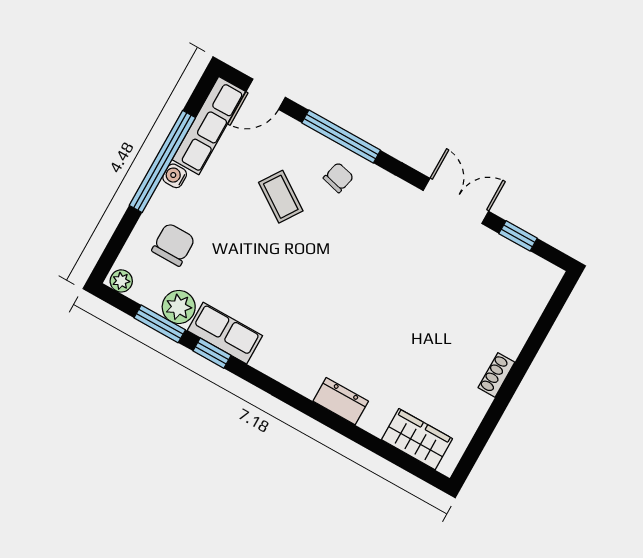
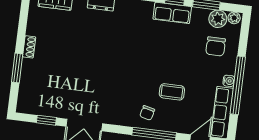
coffee table: (281, 197) -> (172, 92), turned -34
plant: (179, 307) -> (218, 19), moved
window: (532, 347) -> (17, 68), added

